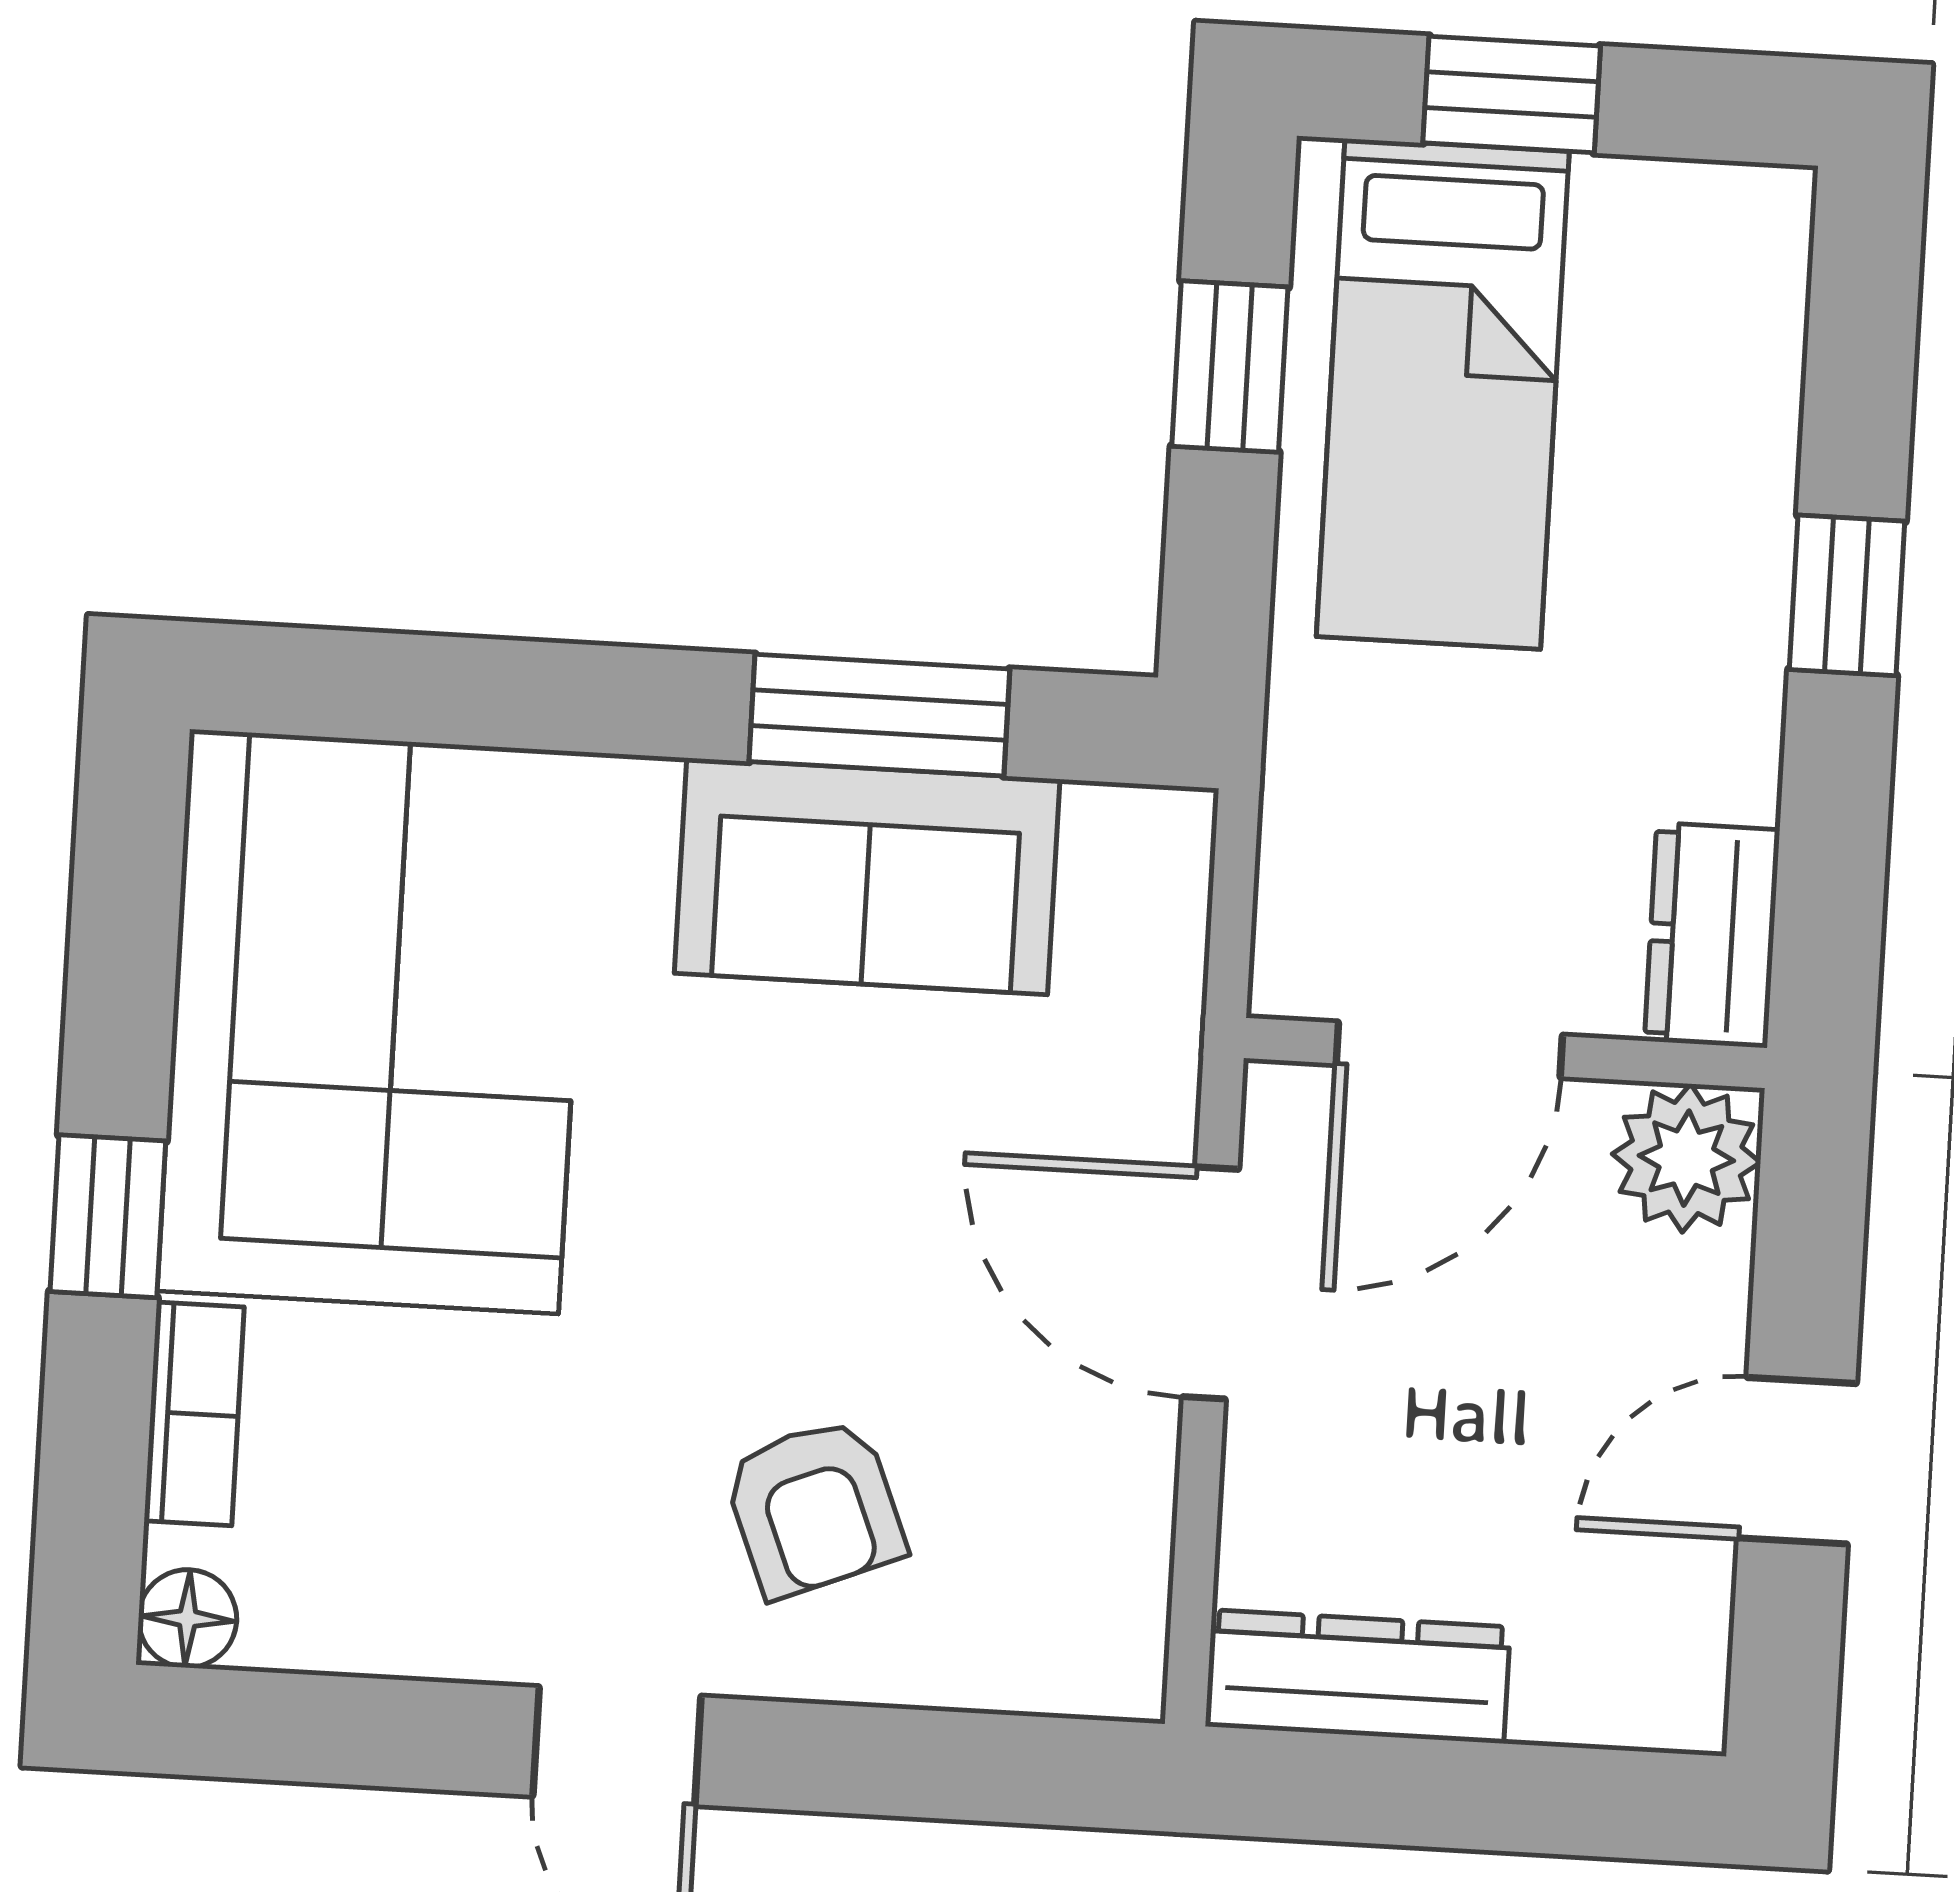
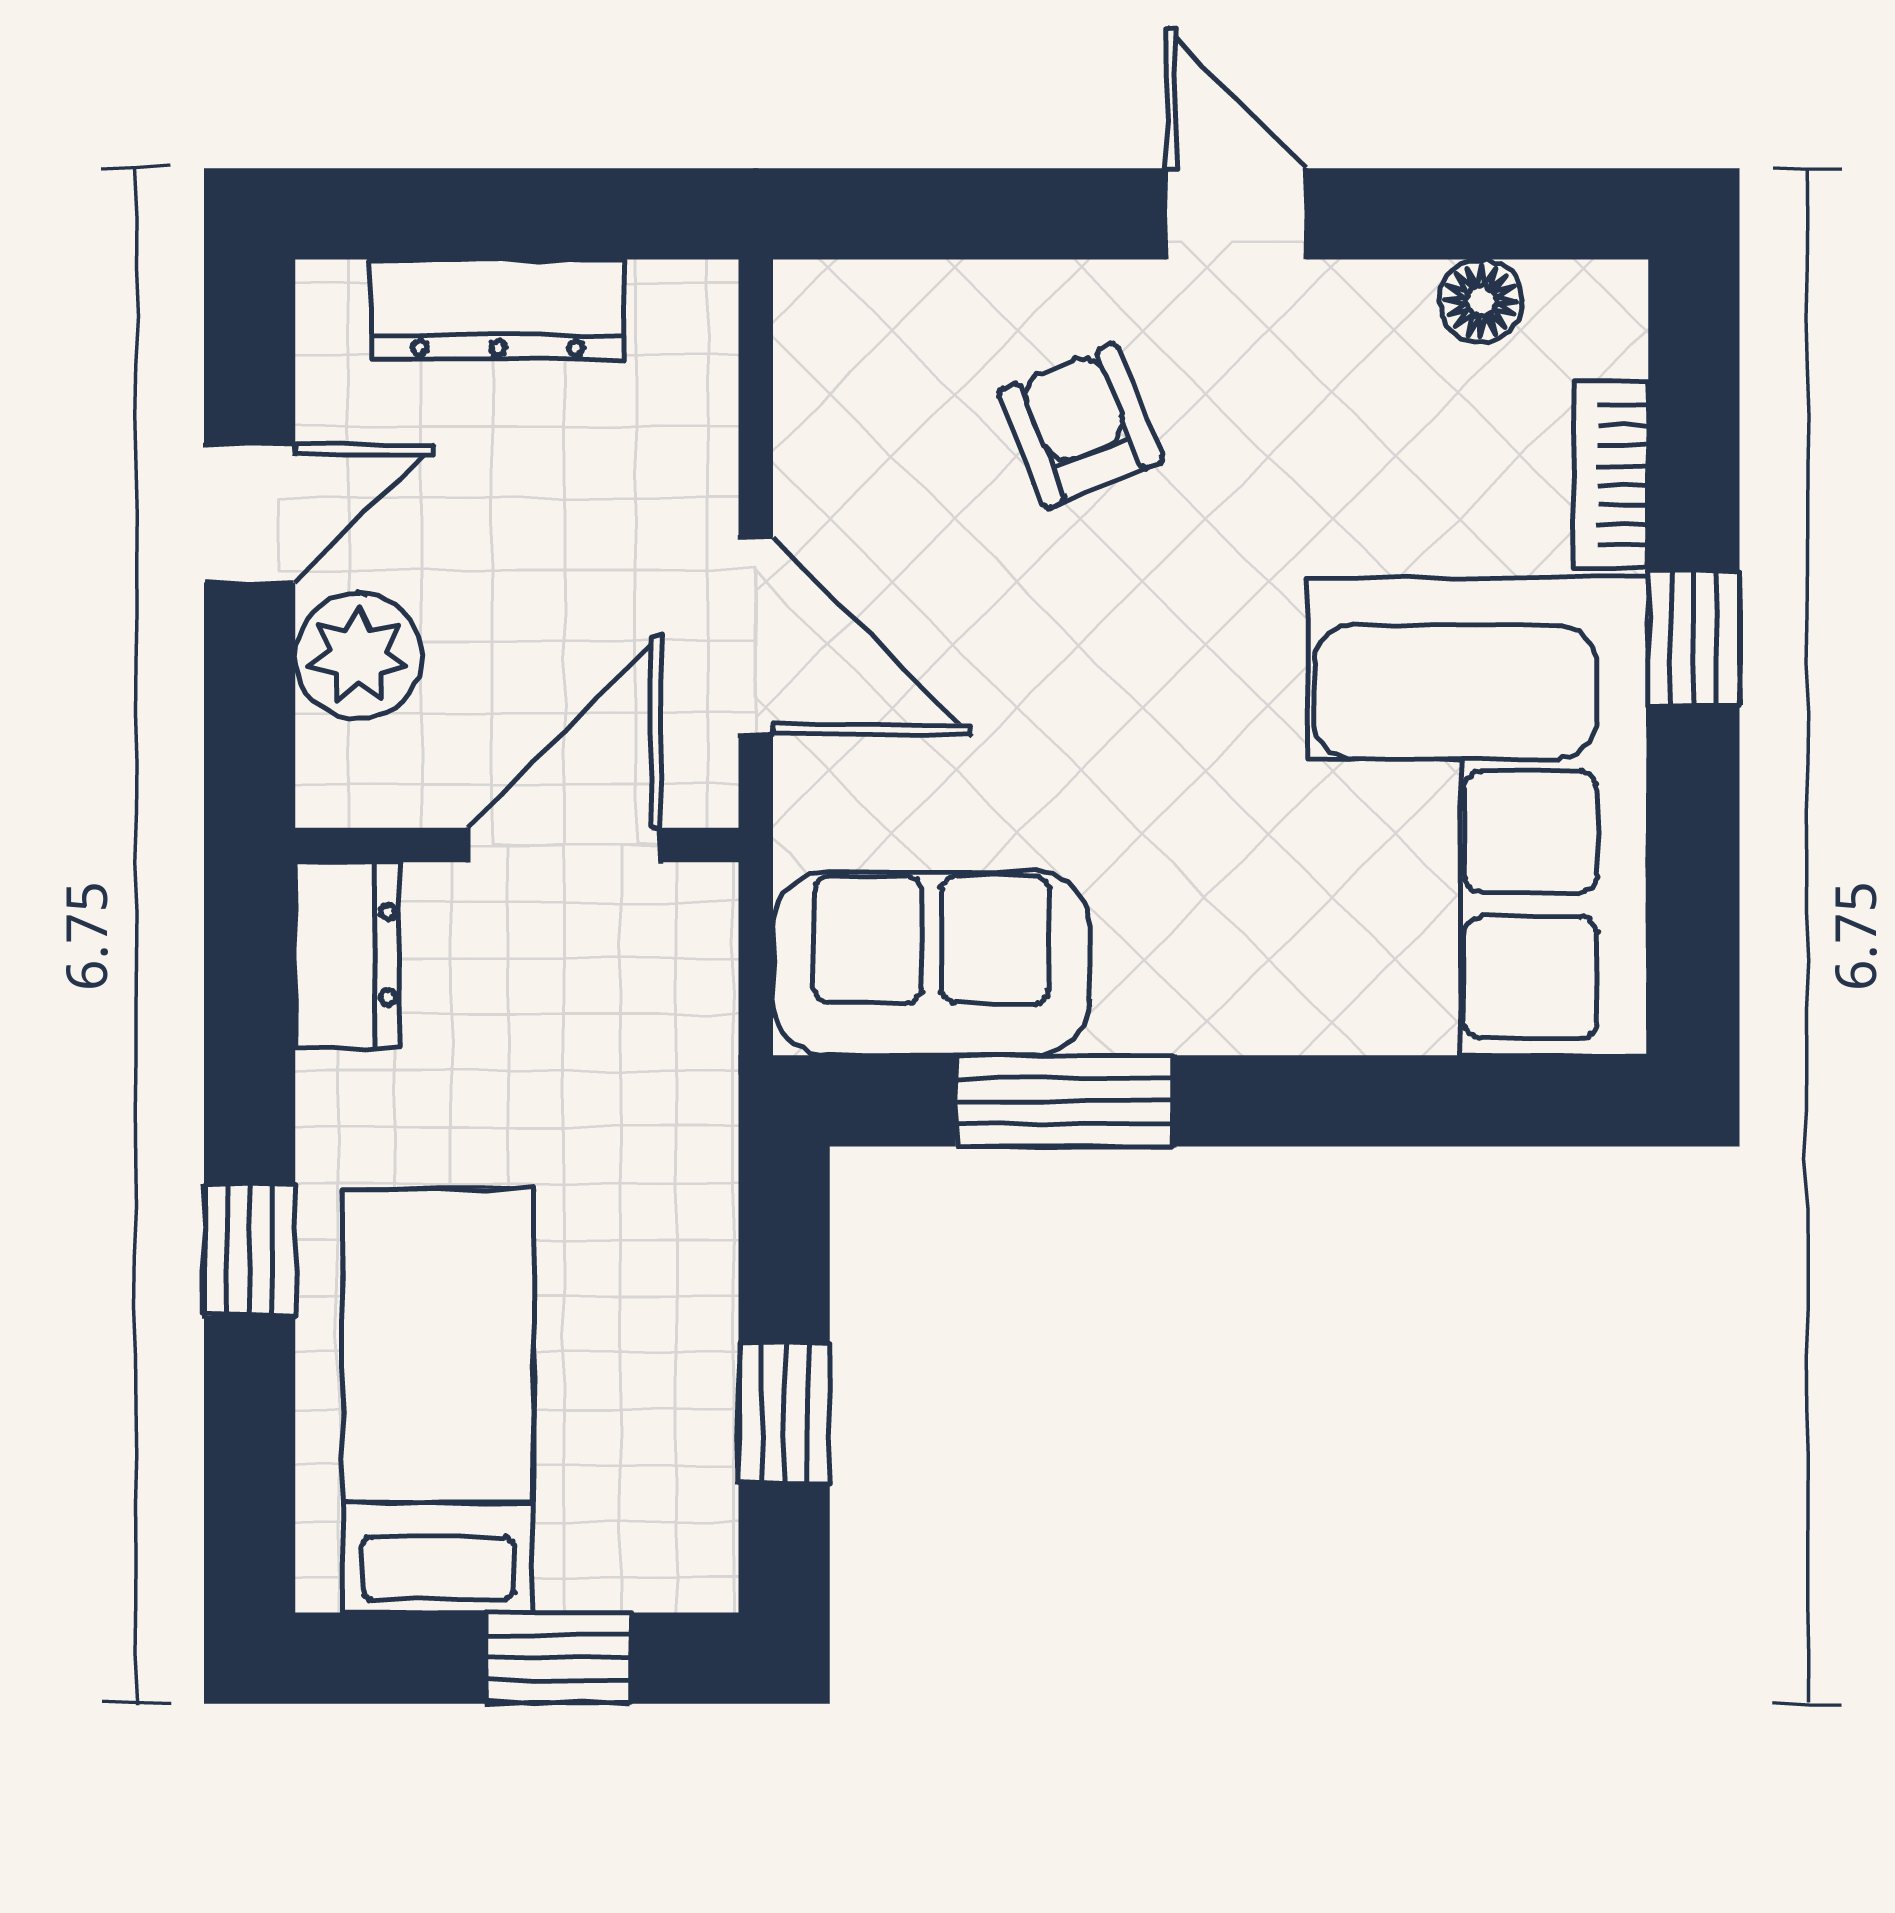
bed: (1443, 394) -> (438, 1401), moved
sofa: (867, 876) -> (931, 964), moved
plant: (1686, 1158) -> (358, 656), moved
floor lamp: (188, 1619) -> (1481, 301), moved
dresser: (1358, 1677) -> (498, 309), moved

